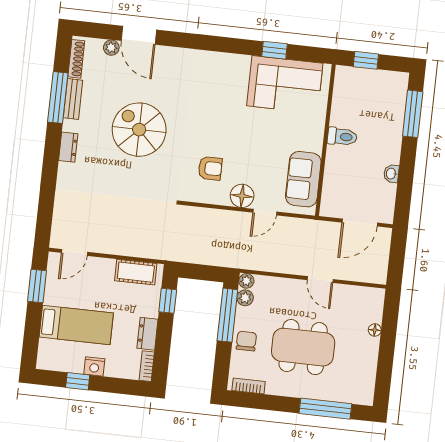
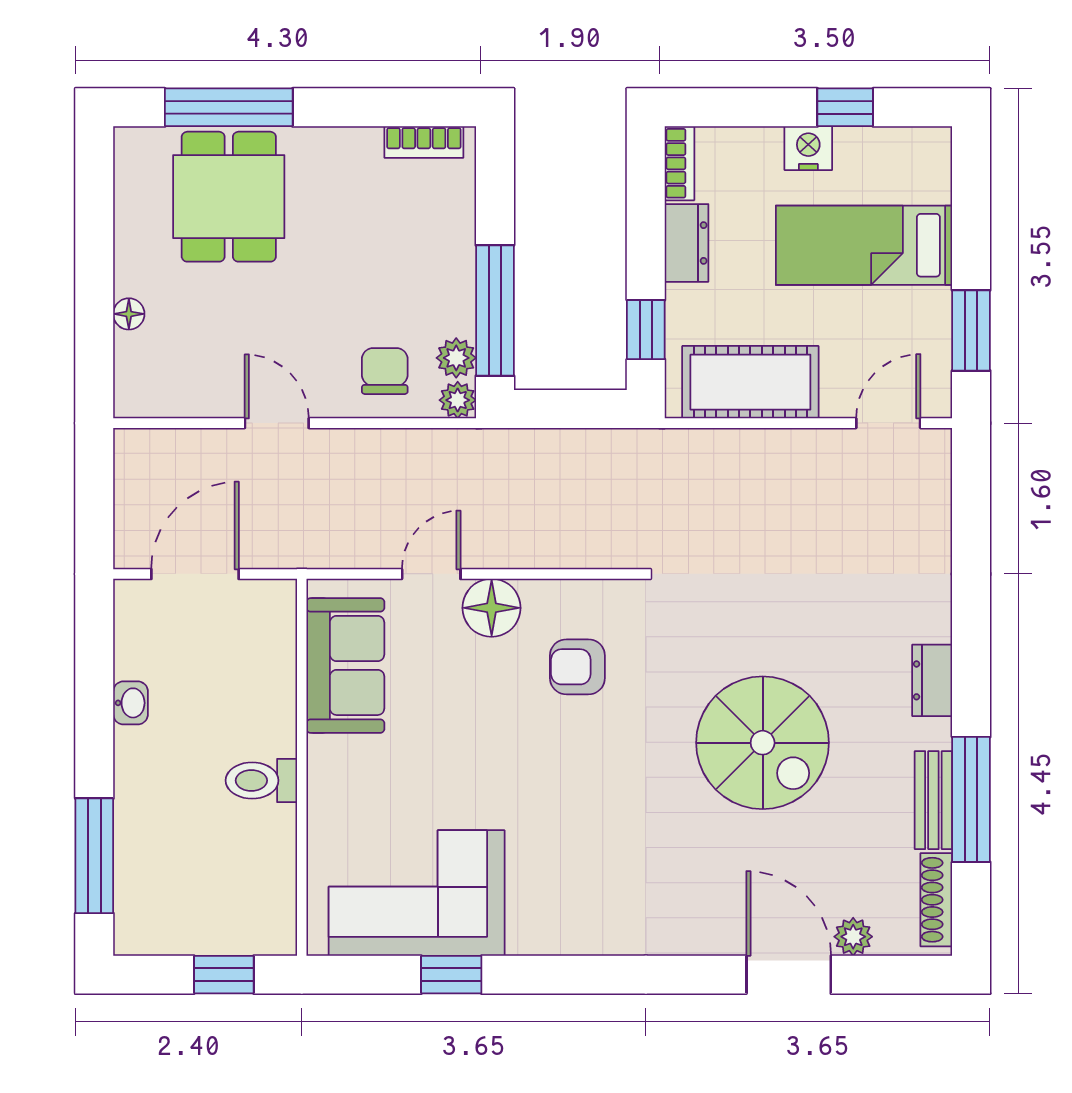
cot: (136, 272) -> (750, 382), width x1.37, depth x1.34
chair: (246, 341) -> (385, 371), moved, turned 180
dining table: (303, 347) -> (229, 197), moved, width x0.73

